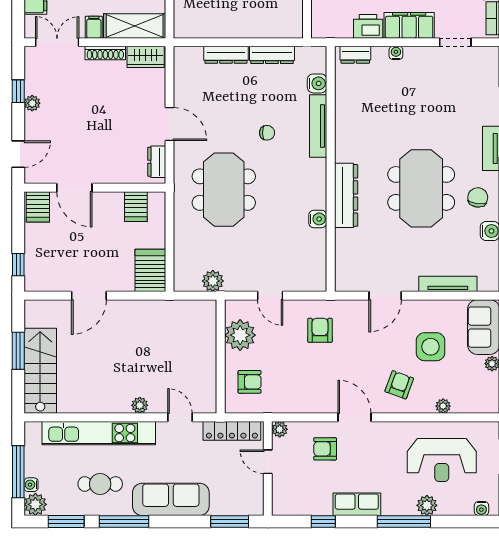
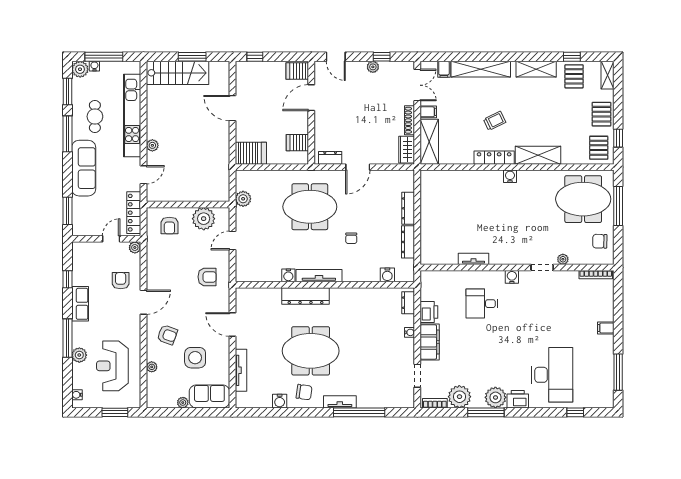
tv unit: (318, 126) -> (319, 276), moved

